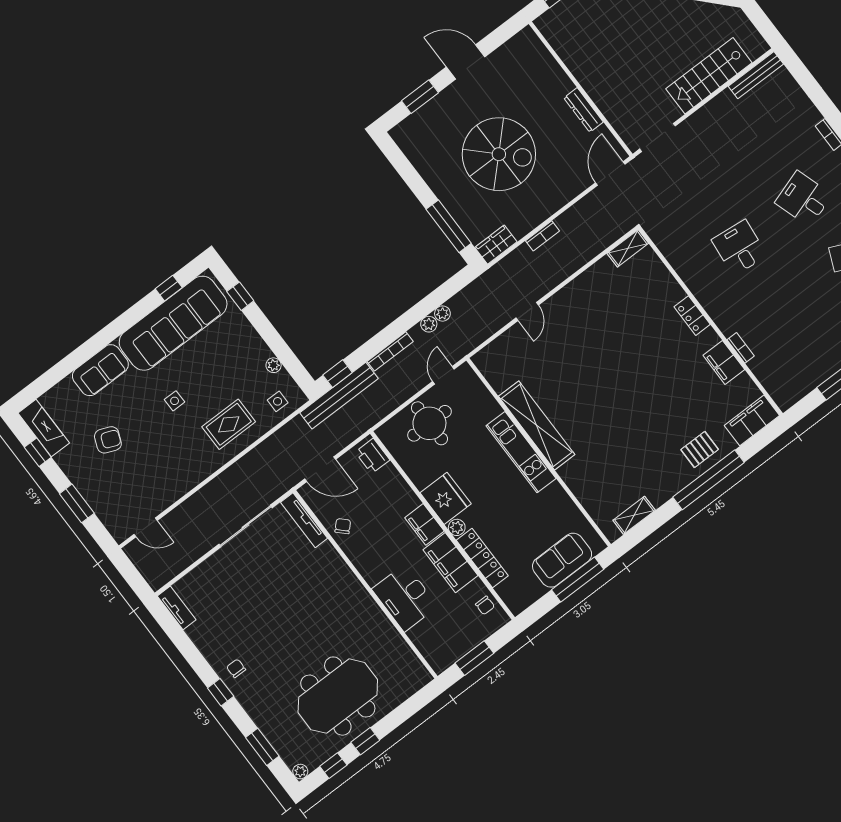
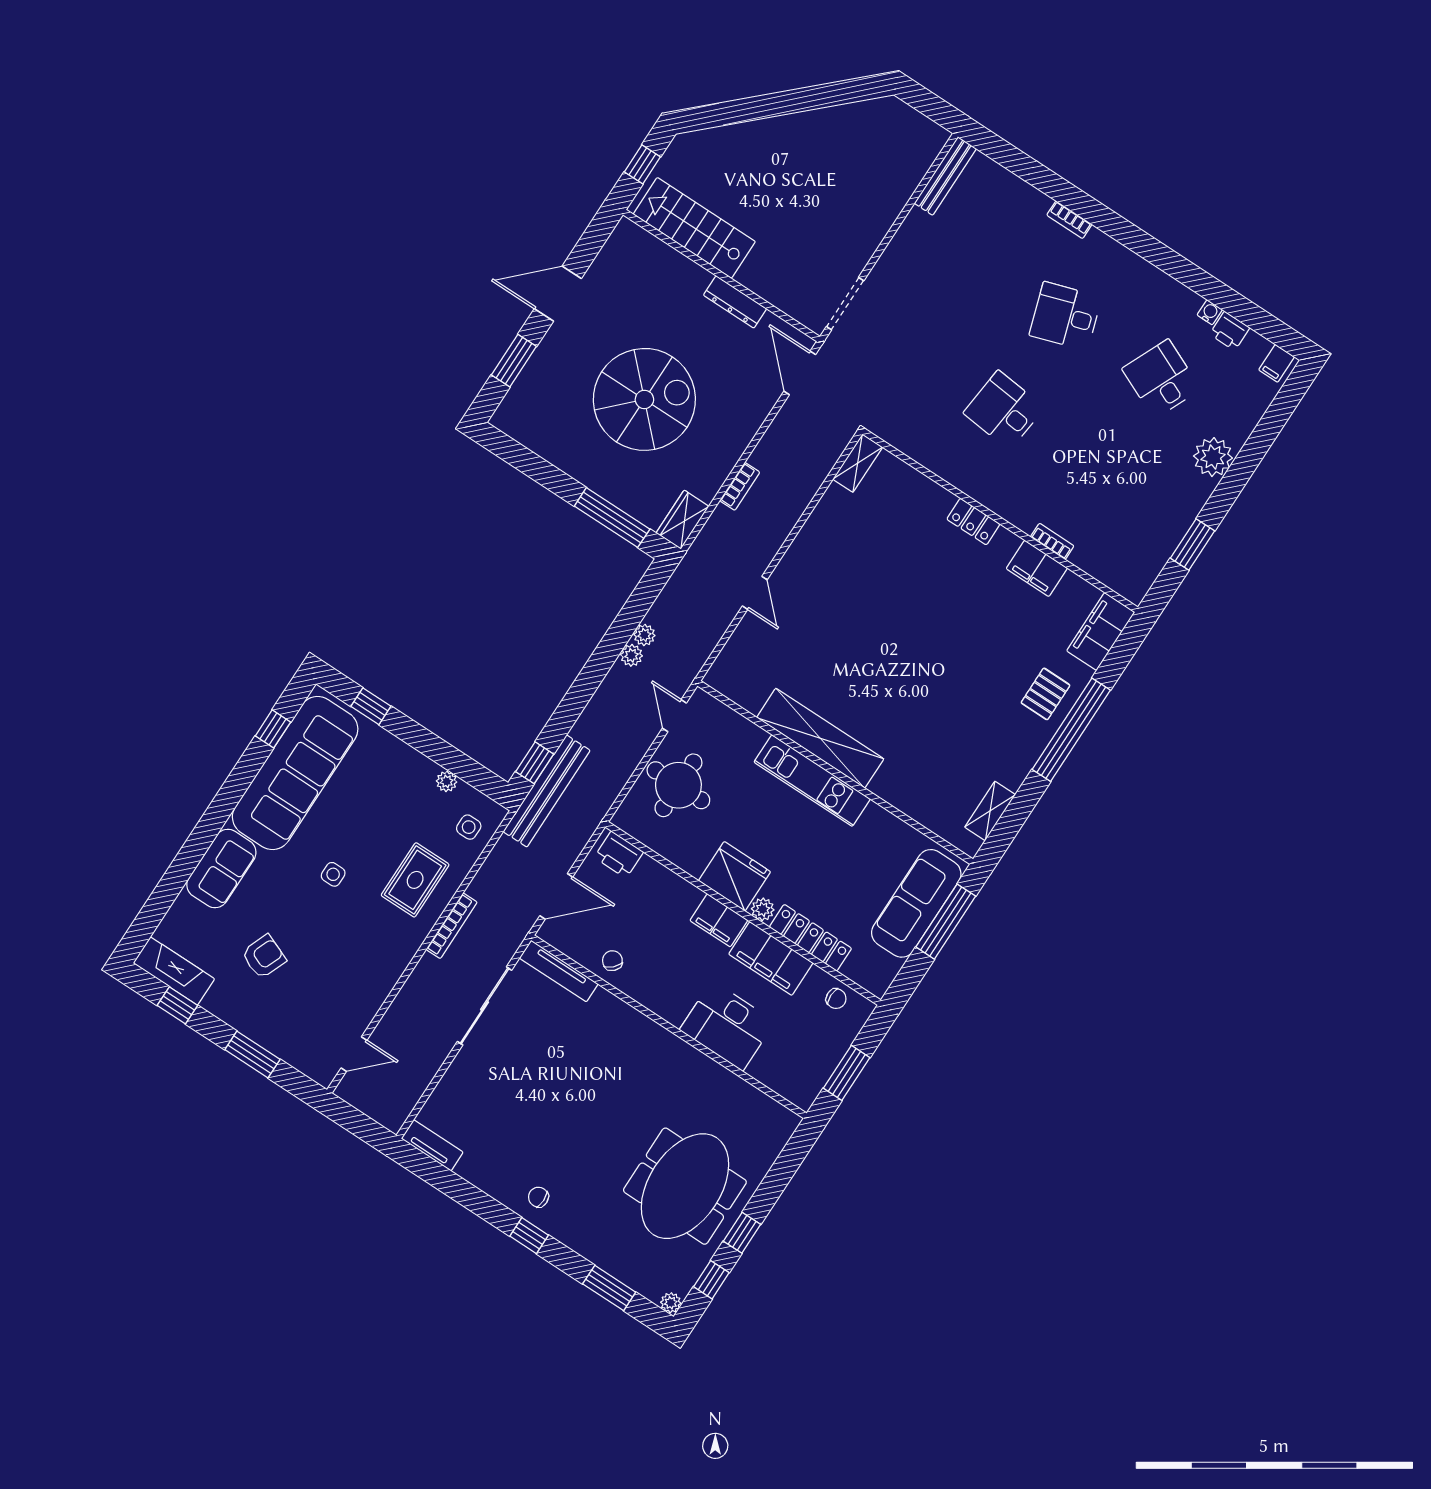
stairs: (709, 76) -> (694, 228), moved, turned 90
bookcase: (390, 351) -> (452, 926), moved
sofa: (562, 560) -> (916, 903), width x1.36

